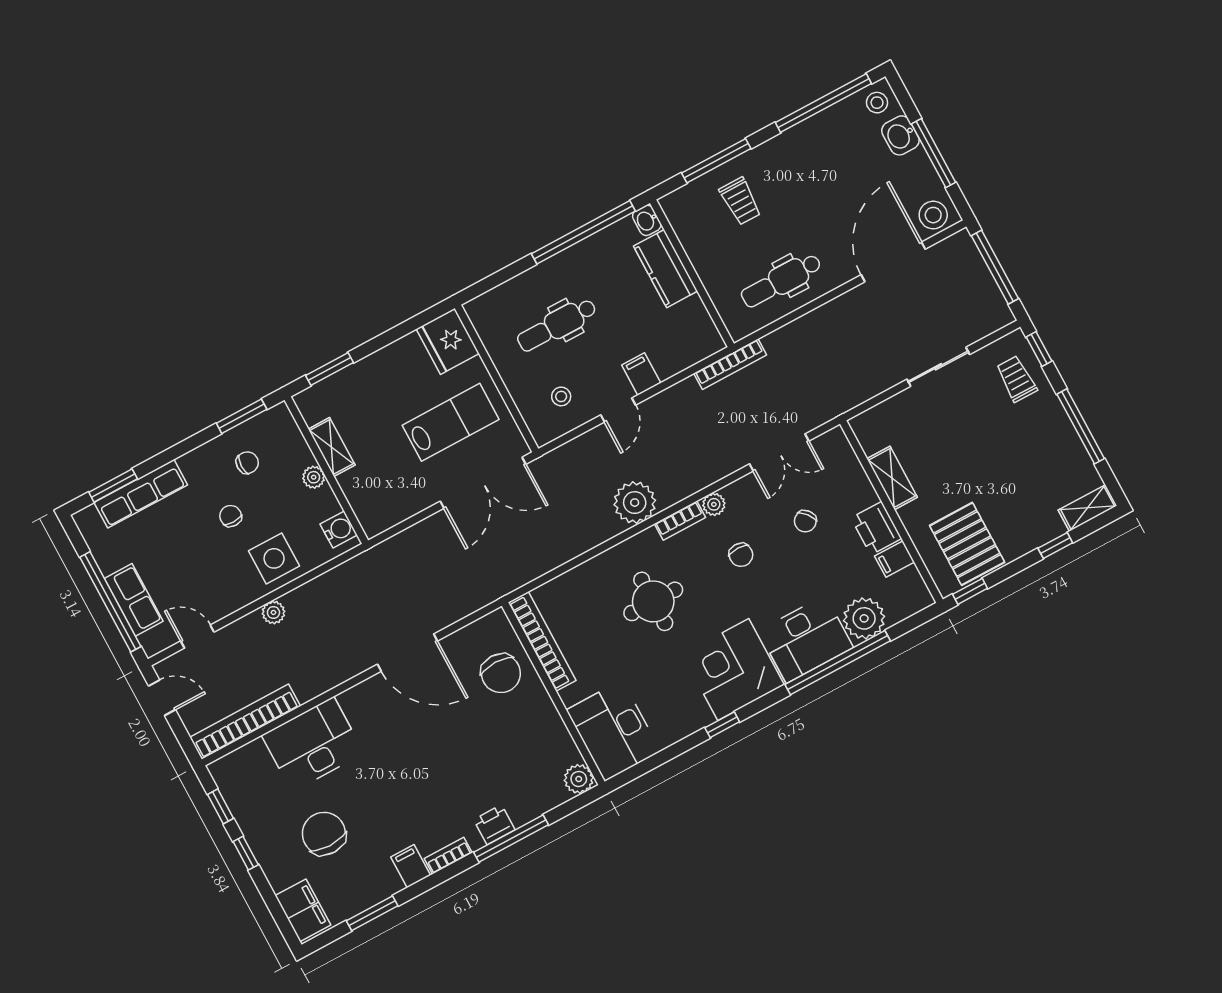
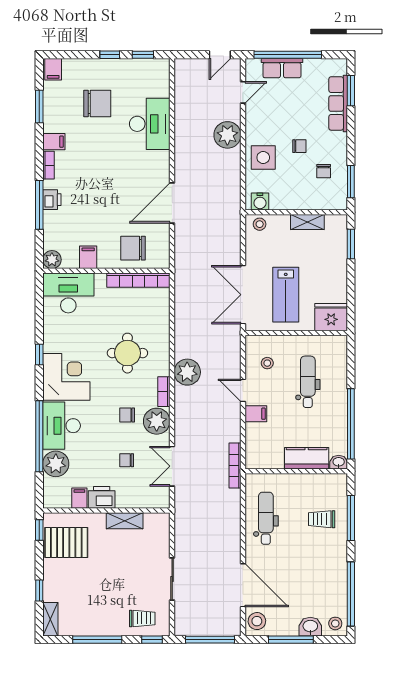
plant: (314, 477) -> (296, 203), removed
plant: (714, 504) -> (157, 421), width x1.87, depth x1.87
stool: (371, 513) -> (260, 224), added
chair: (805, 521) -> (127, 460), turned -51
plant: (273, 612) -> (227, 135), width x1.87, depth x1.87
bookcase: (245, 722) -> (182, 93), removed
filing cabinet: (548, 730) -> (88, 257), added
filing cabinet: (303, 910) -> (53, 69), width x0.50

